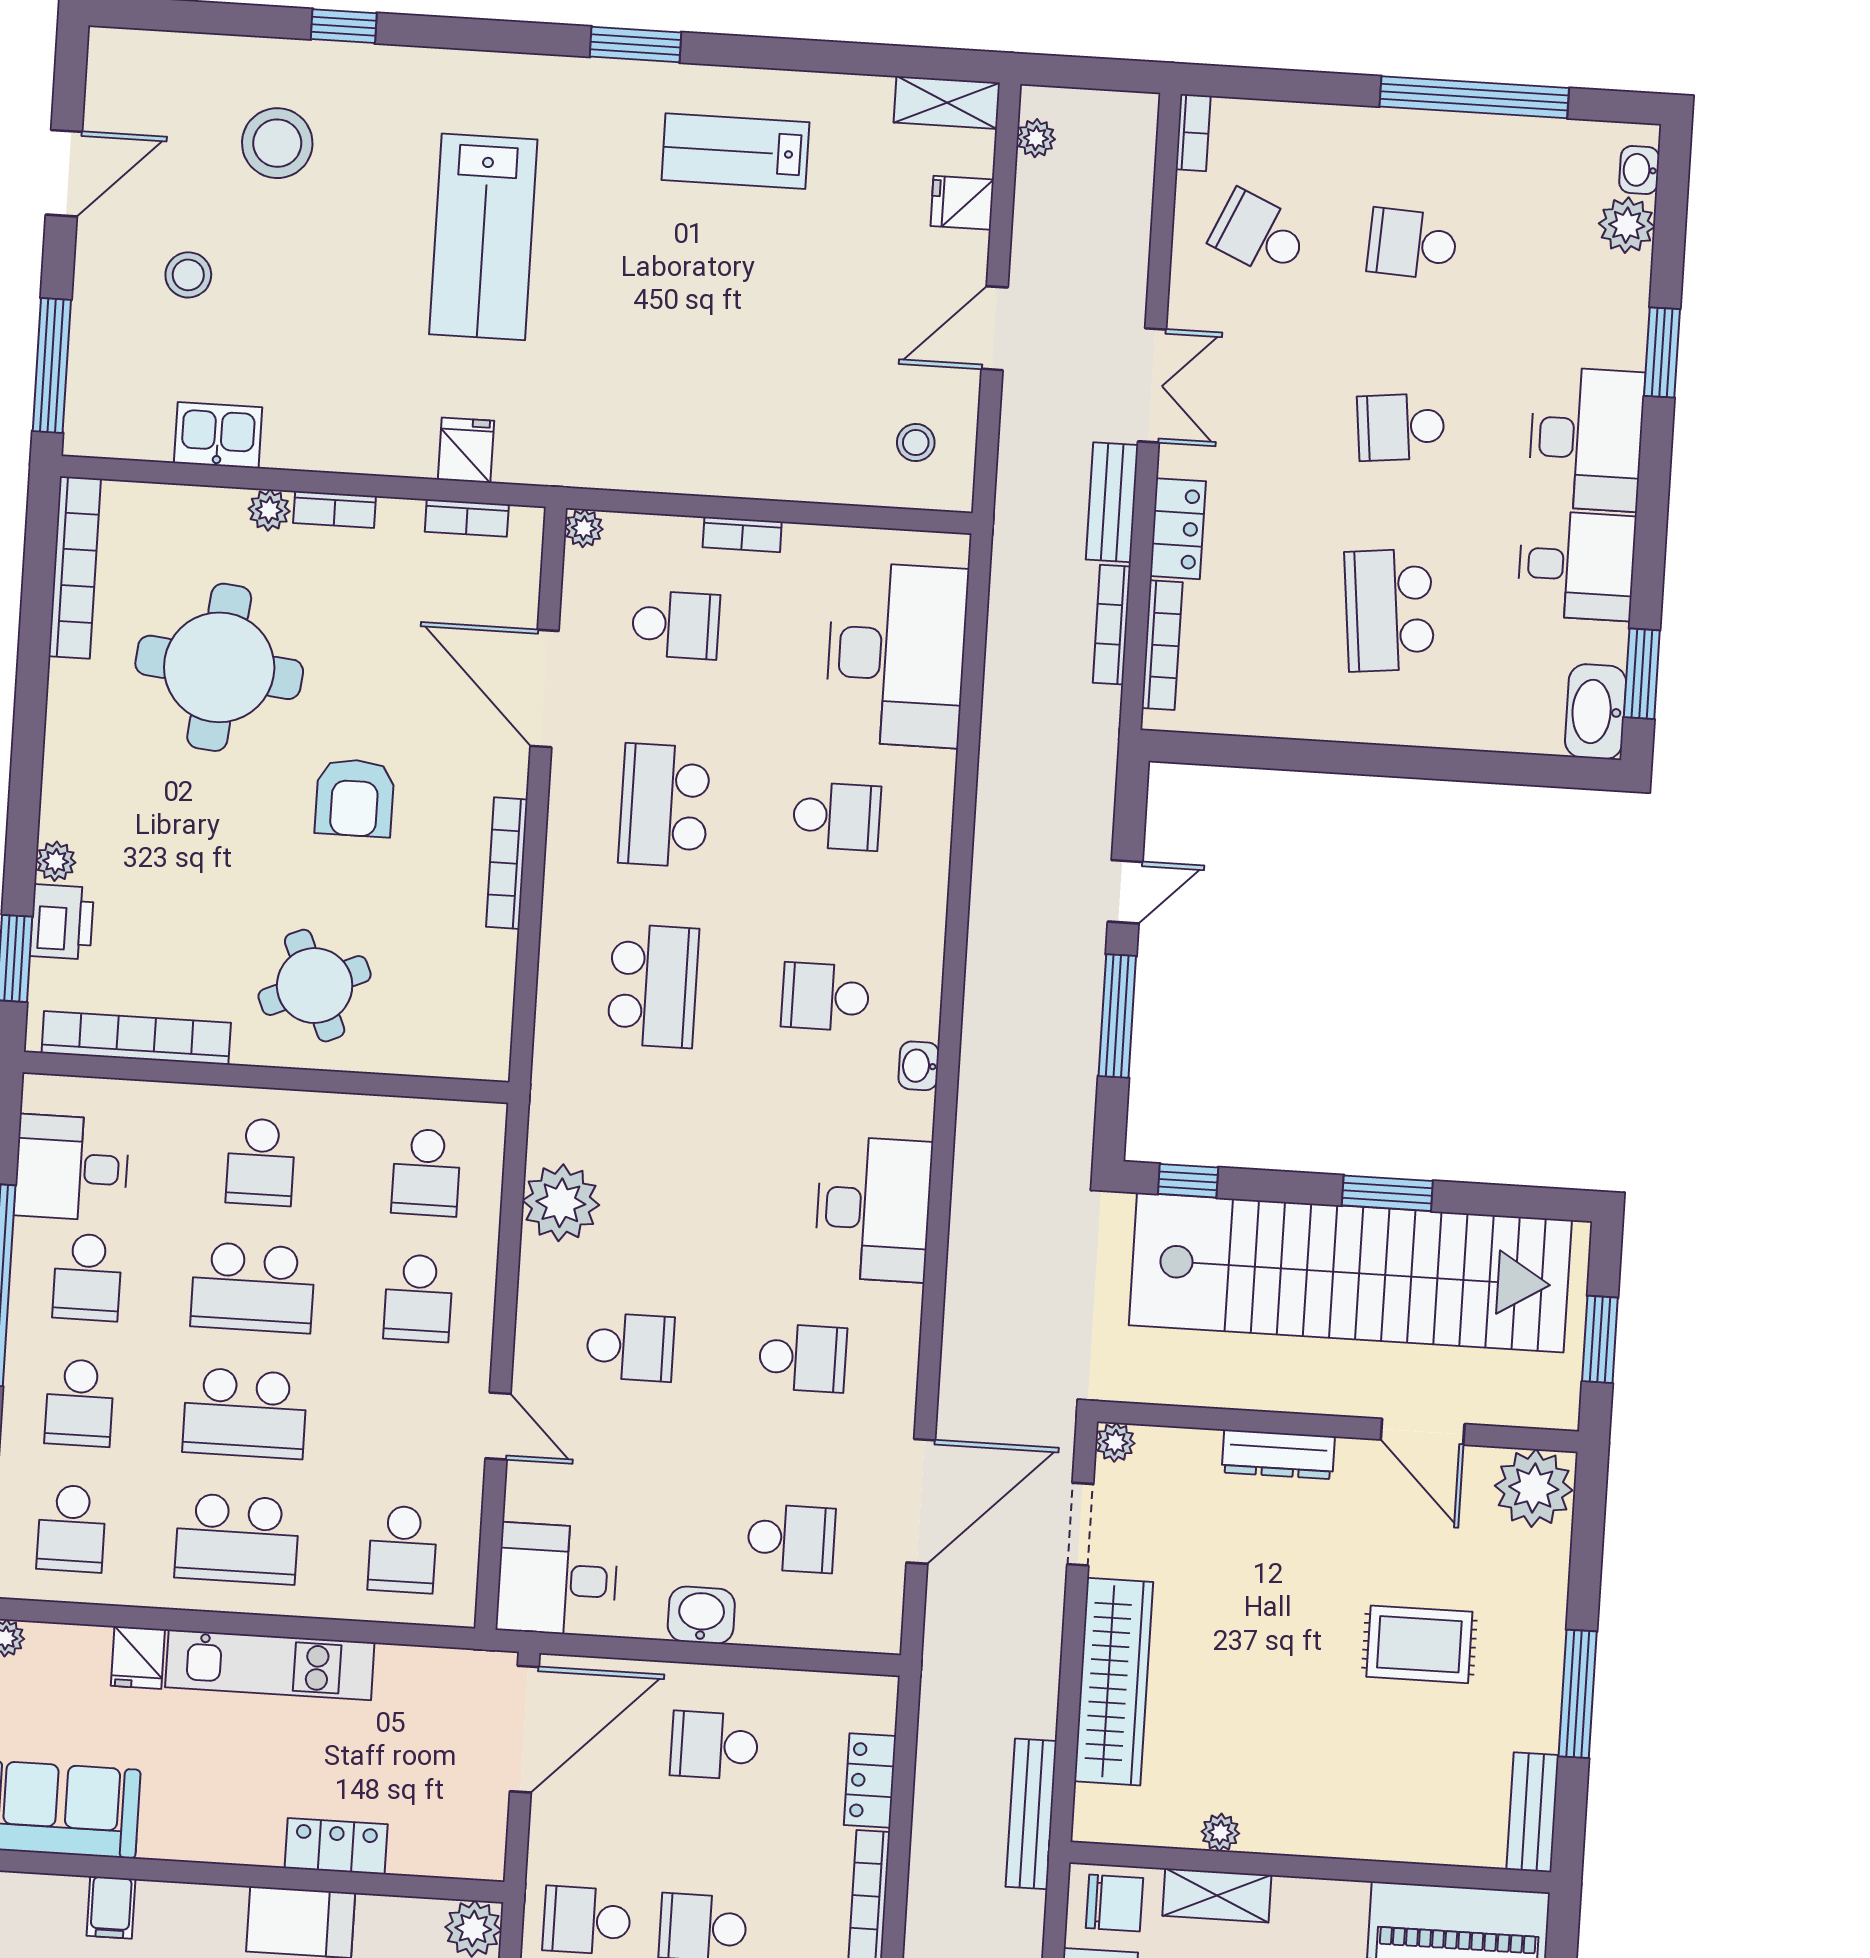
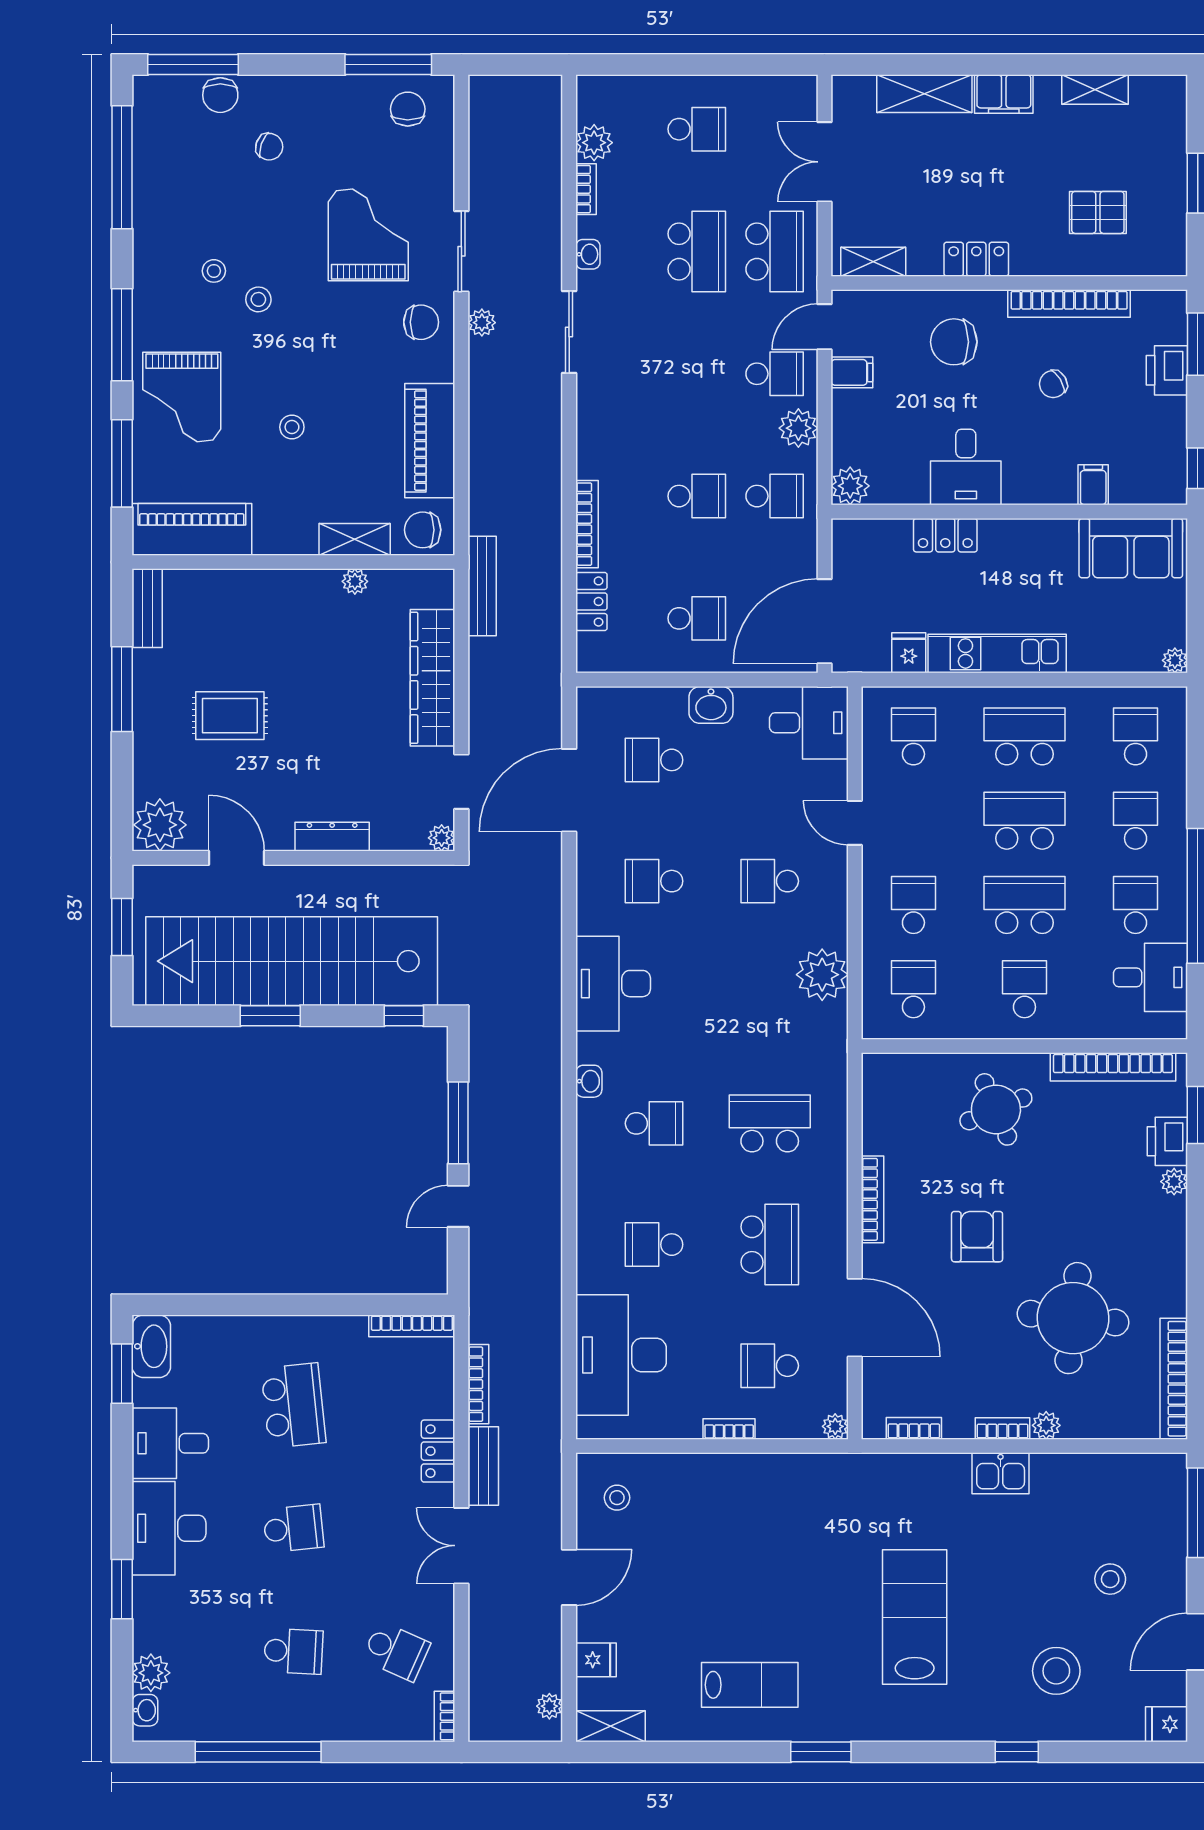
kitchen sink: (218, 435) -> (1001, 1473), moved
fridge: (466, 450) -> (1167, 1724), moved, turned 90
bookcase: (1162, 645) -> (412, 1326), moved, turned -90
school desk: (653, 986) -> (770, 1123), turned 90
fridge: (138, 1658) -> (909, 653), moved

